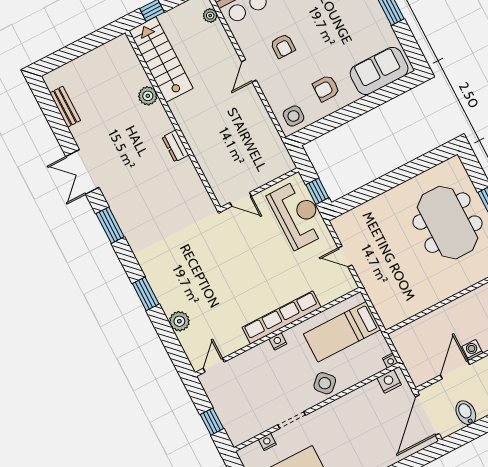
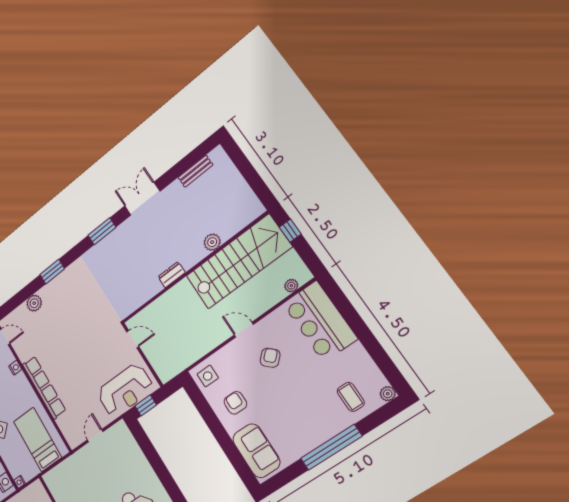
armchair: (283, 46) -> (270, 358), turned 135
stairs: (161, 60) -> (238, 262), width x1.36, depth x1.51
door: (241, 199) -> (133, 339), swing flipped
nightstand: (278, 341) -> (15, 368), moved

